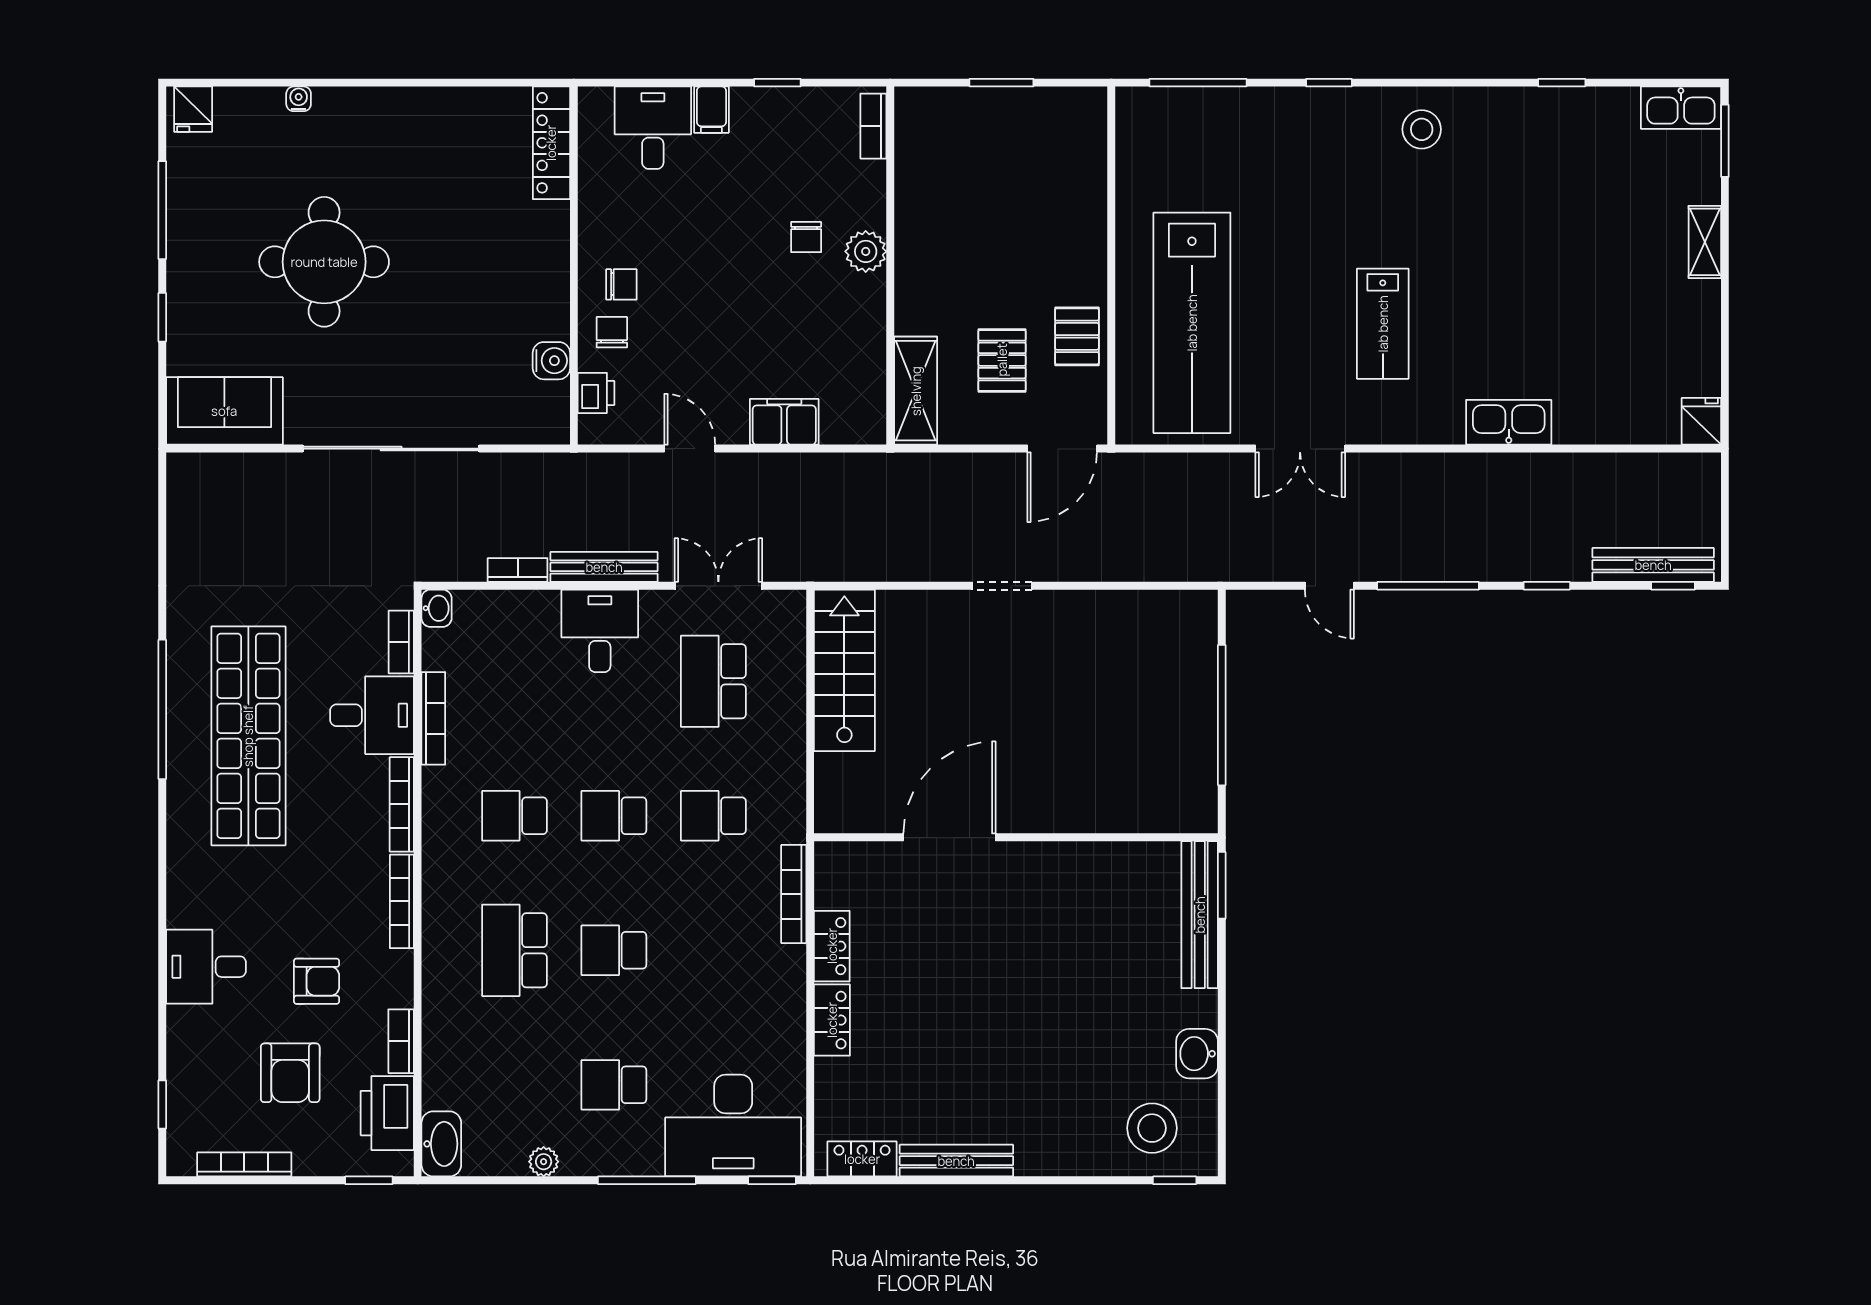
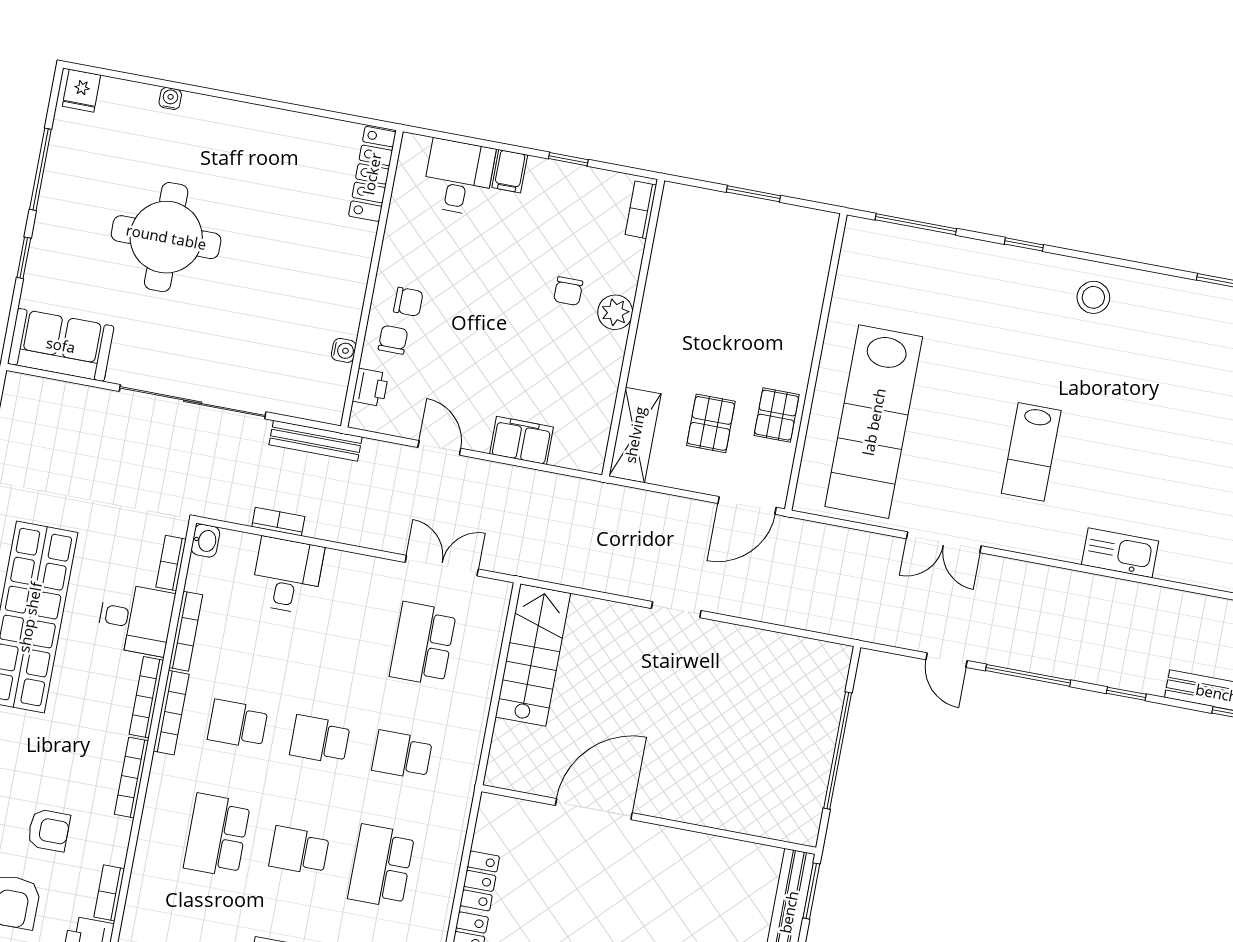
water cooler: (551, 361) -> (344, 350), width x0.72, depth x0.72
bench: (604, 567) -> (316, 441), moved
desk: (600, 631) -> (287, 575), moved
bookcase: (794, 894) -> (171, 713), moved, turned 180
school desk: (713, 950) -> (381, 866), added

